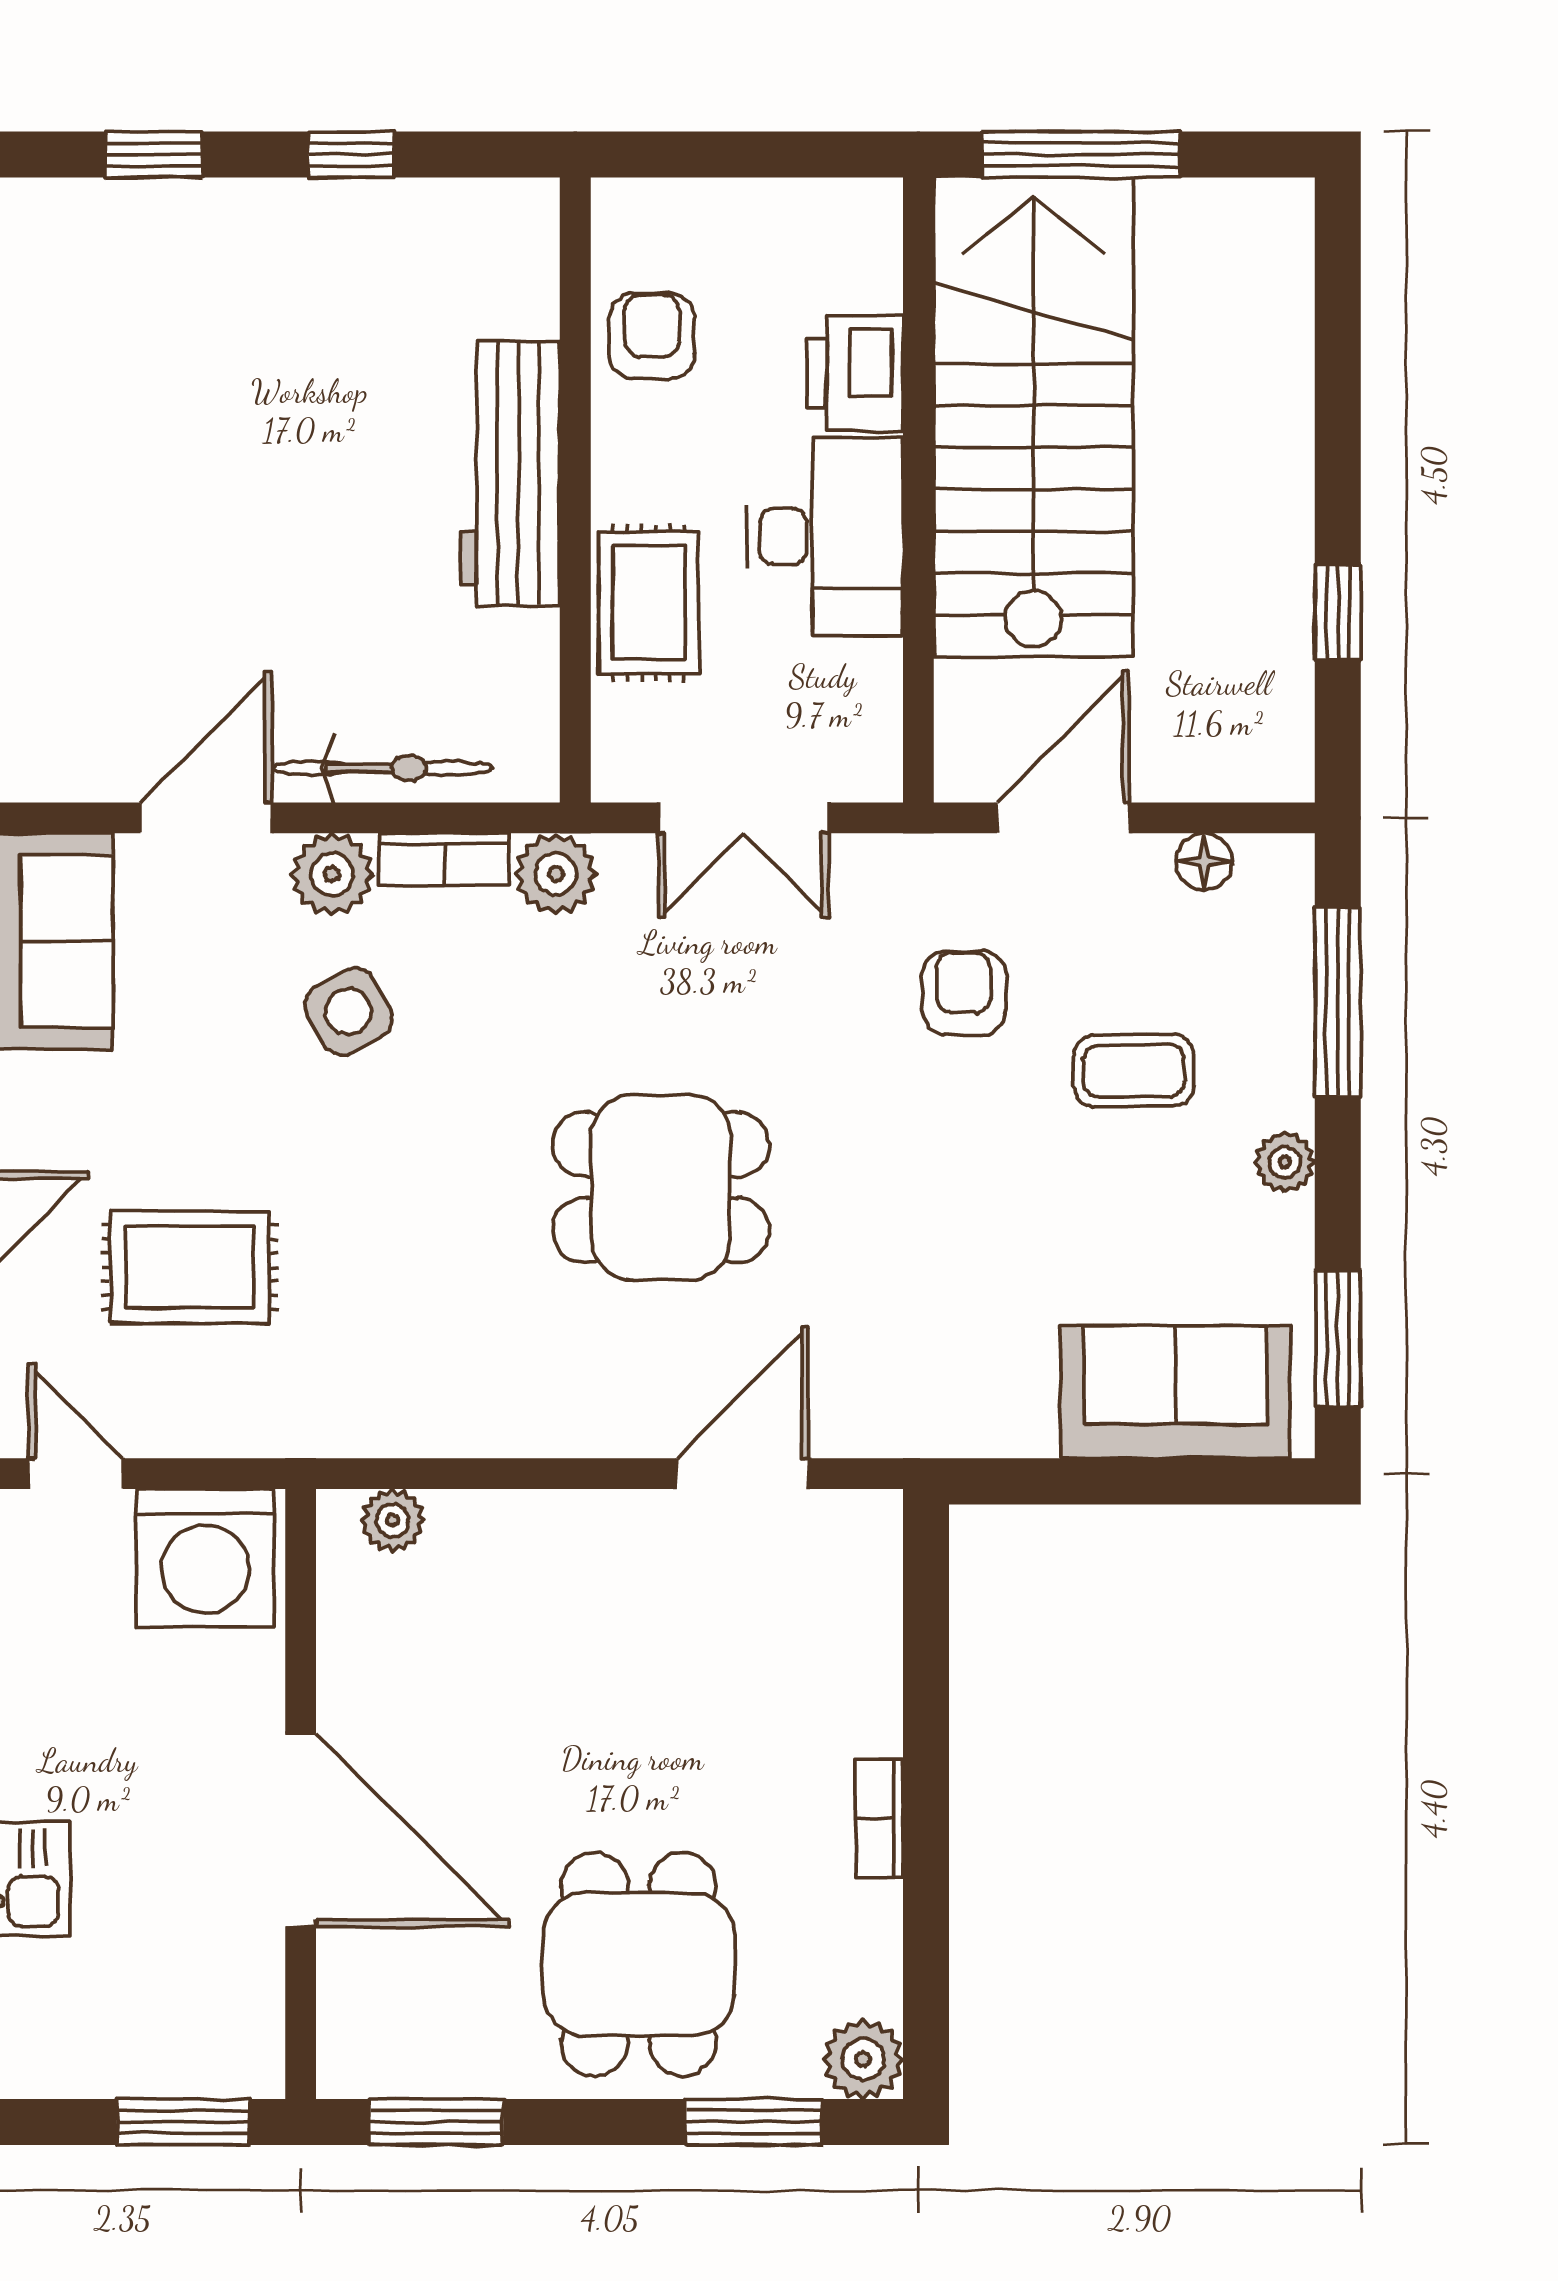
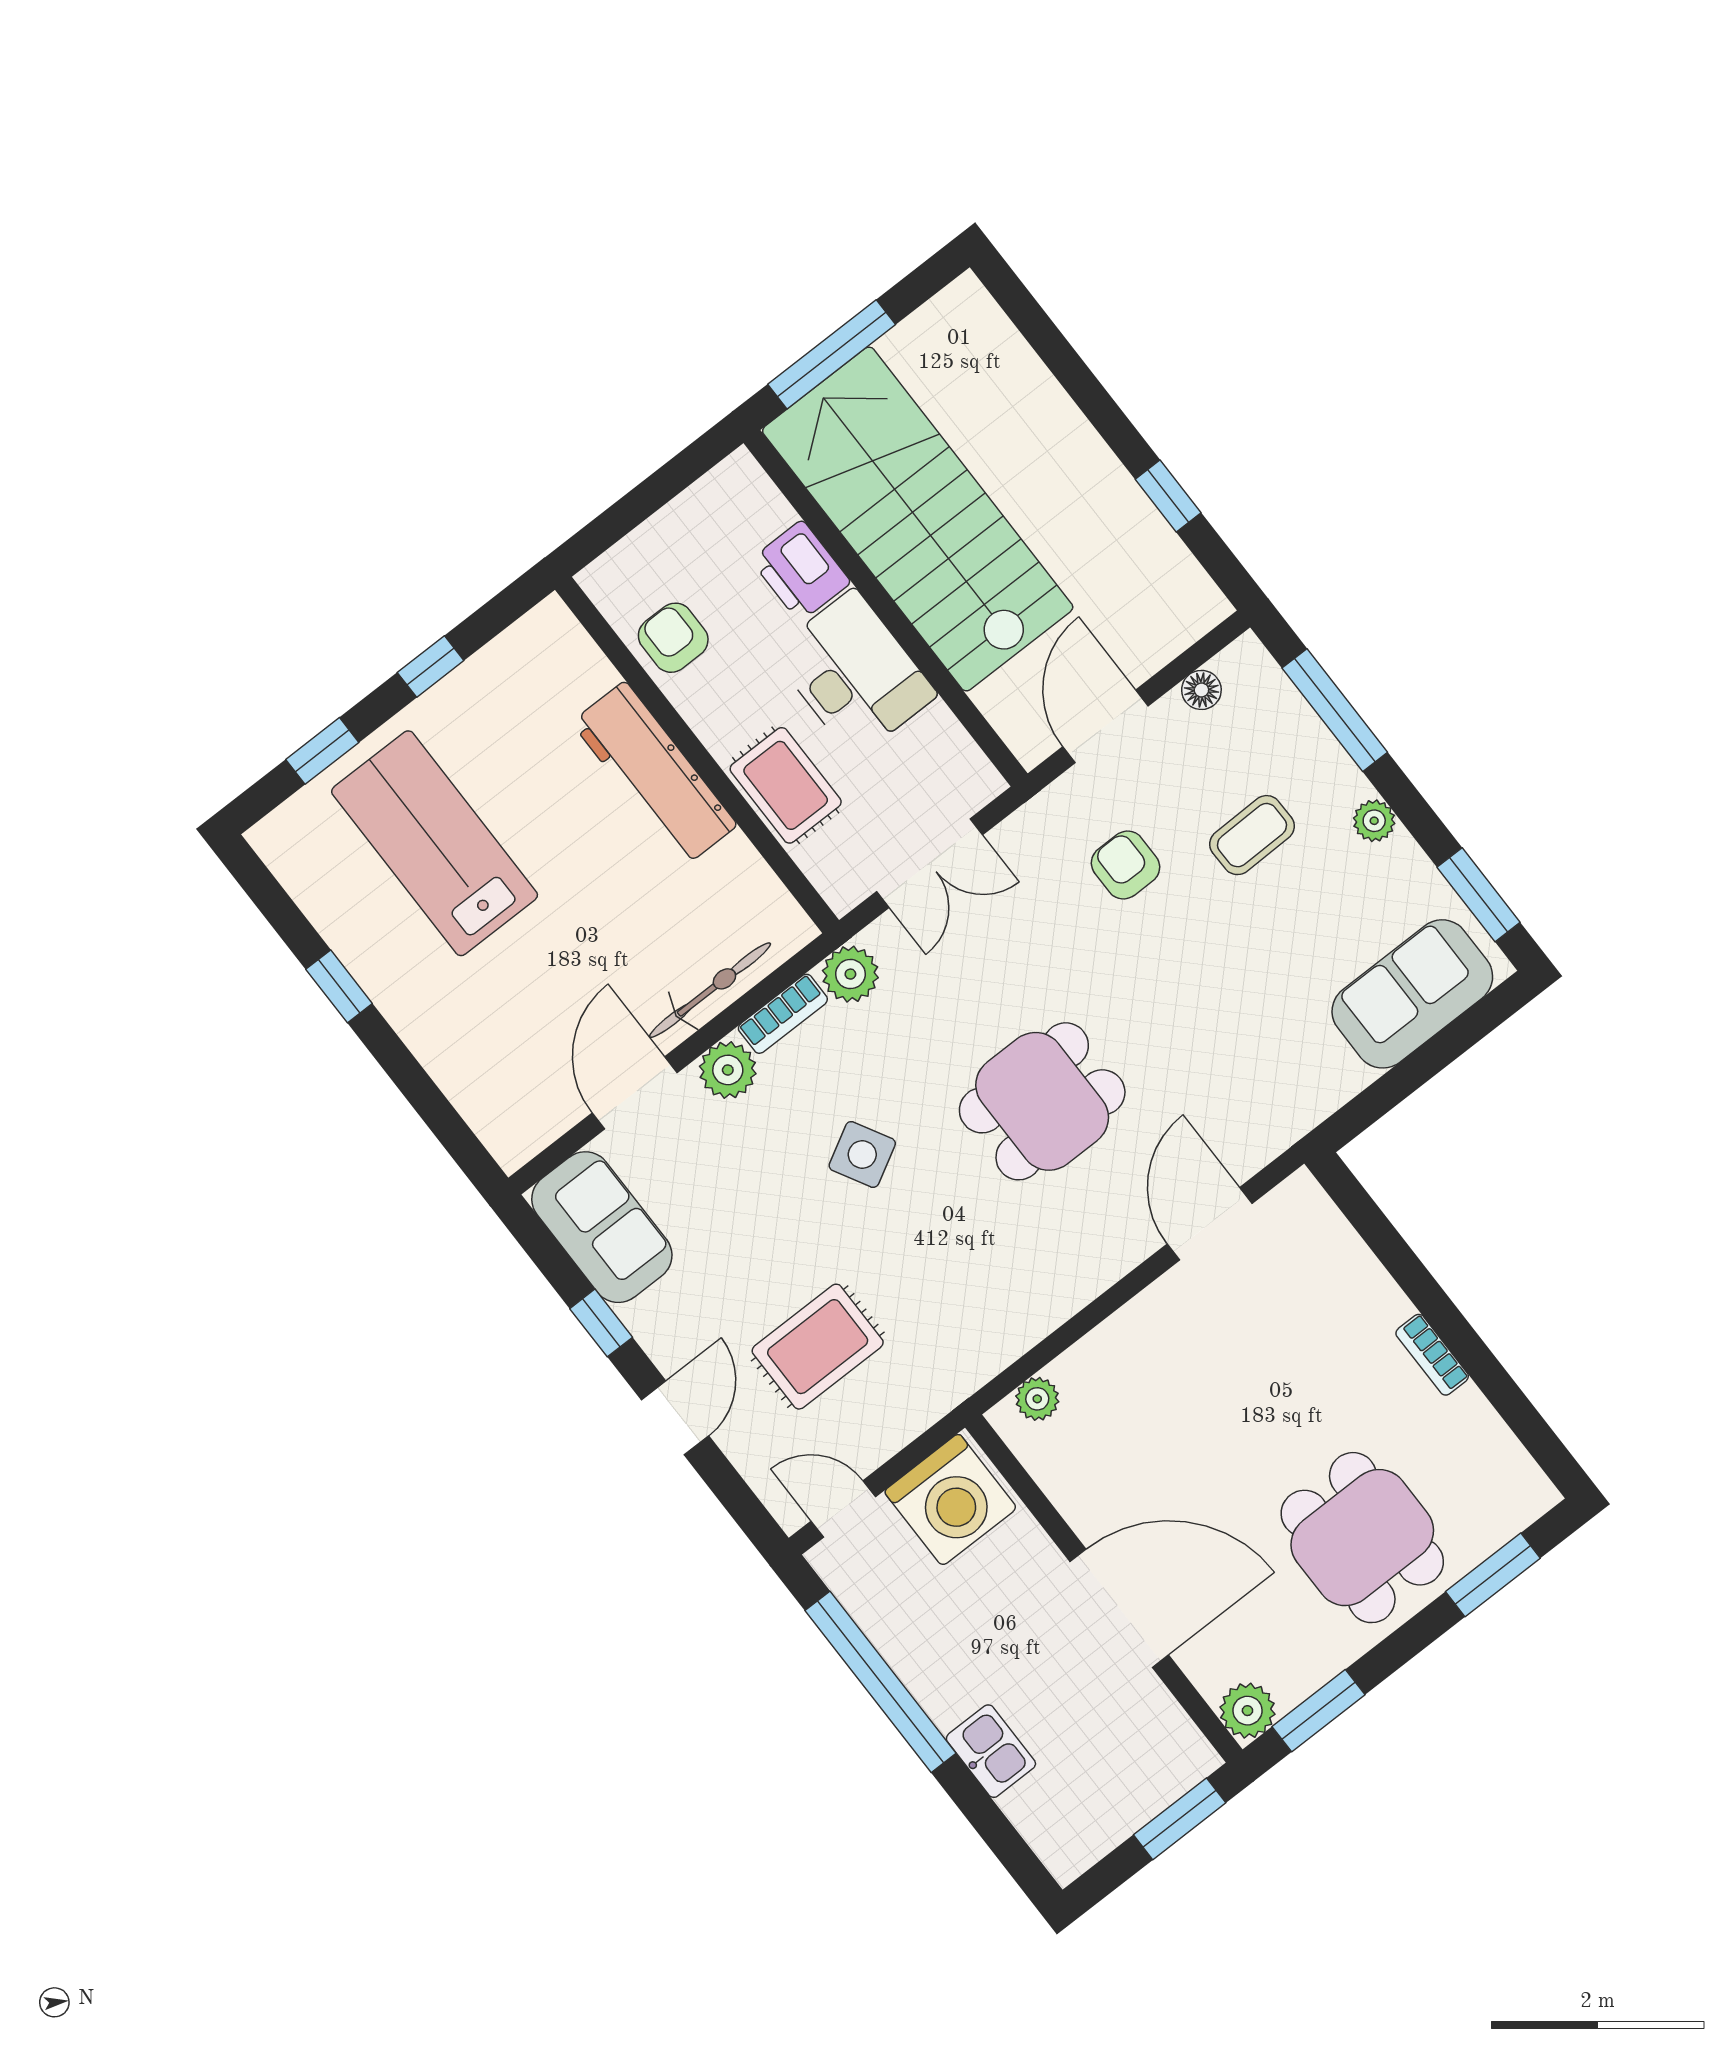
lab bench: (200, 358) -> (435, 843), added
side table: (348, 1012) -> (862, 1154), moved
plant: (863, 2059) -> (1247, 1711), moved

